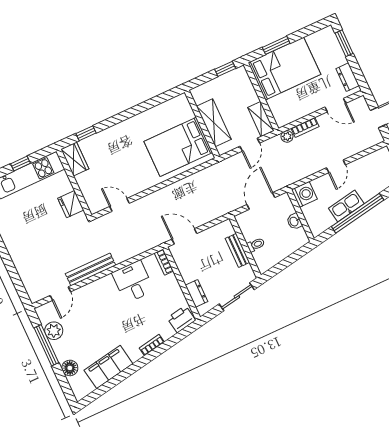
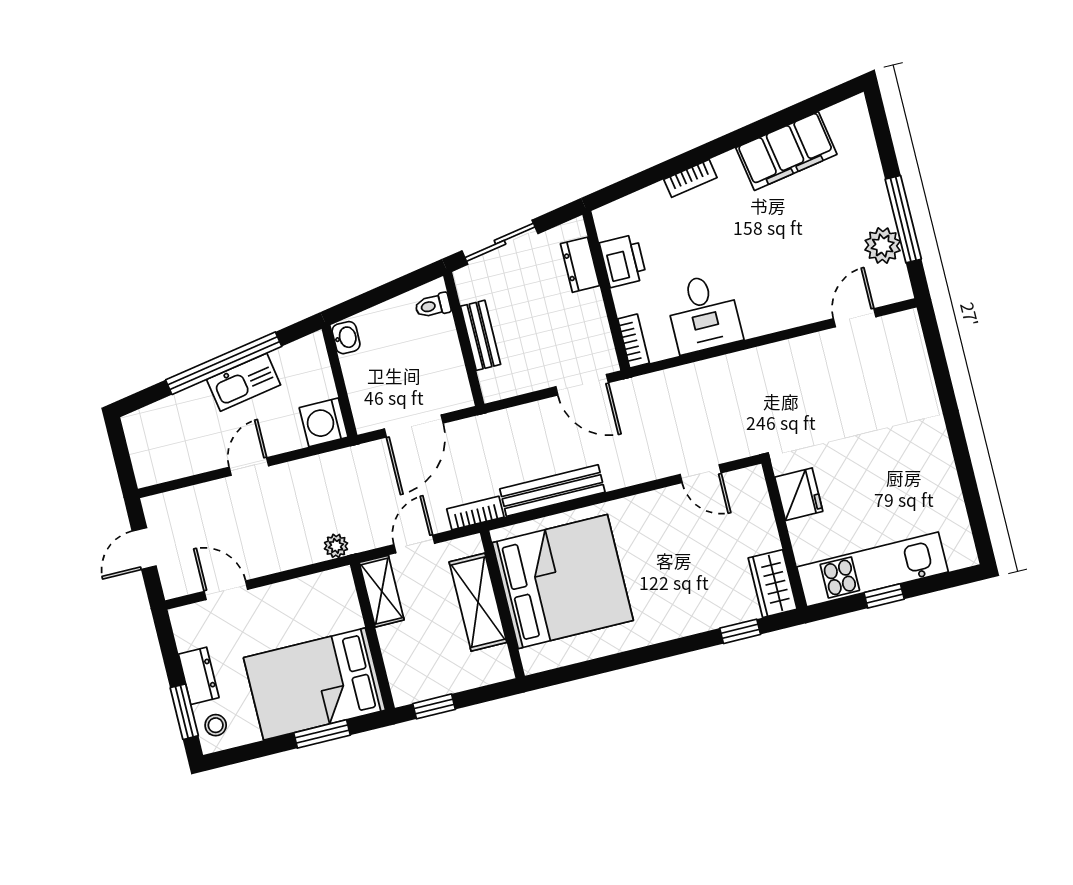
stool: (328, 40) -> (216, 725), added
dresser: (348, 77) -> (199, 676), moved
bookcase: (305, 127) -> (475, 513), moved
bed: (178, 147) -> (563, 582), width x1.36
washbasin: (294, 221) -> (346, 338), moved
toilet: (256, 245) -> (433, 306), moved
bench: (91, 270) -> (552, 491), moved
printer: (181, 319) -> (623, 261), moved, turned -80
floor lamp: (70, 368) -> (865, 164), removed

